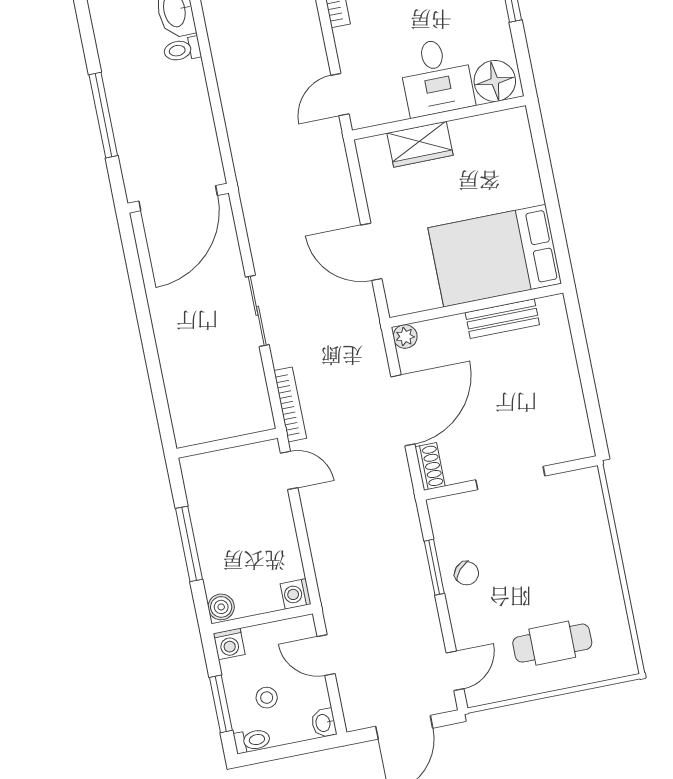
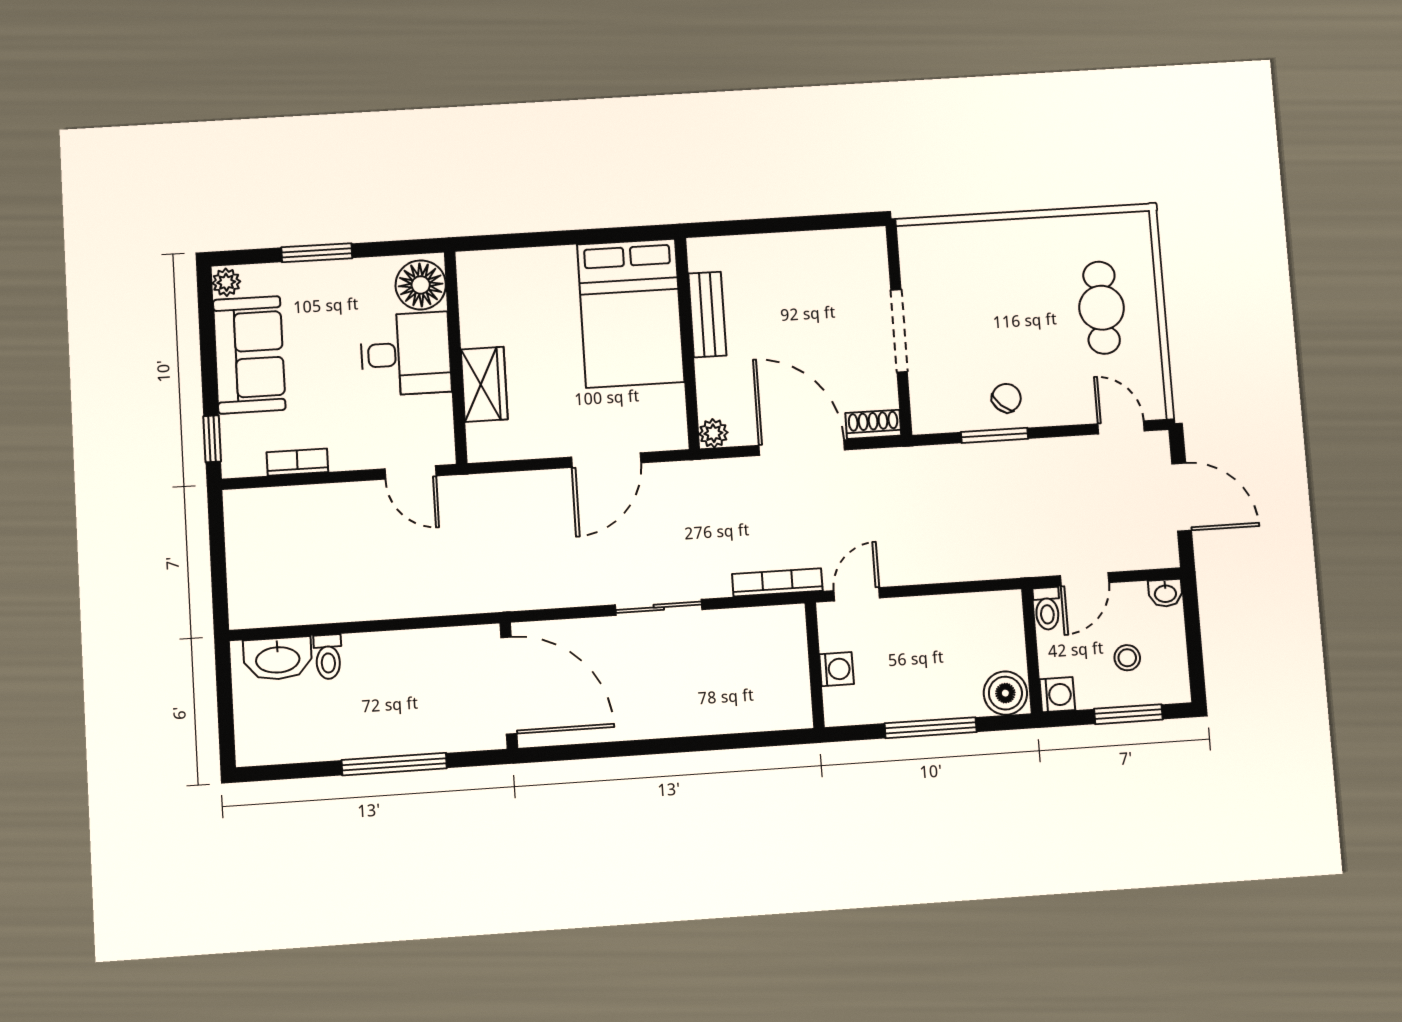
washing machine: (296, 594) -> (837, 669), moved, turned -90
boiler: (221, 607) -> (1005, 693), width x1.36, depth x1.36
toilet: (252, 740) -> (1047, 608), moved, turned 180

